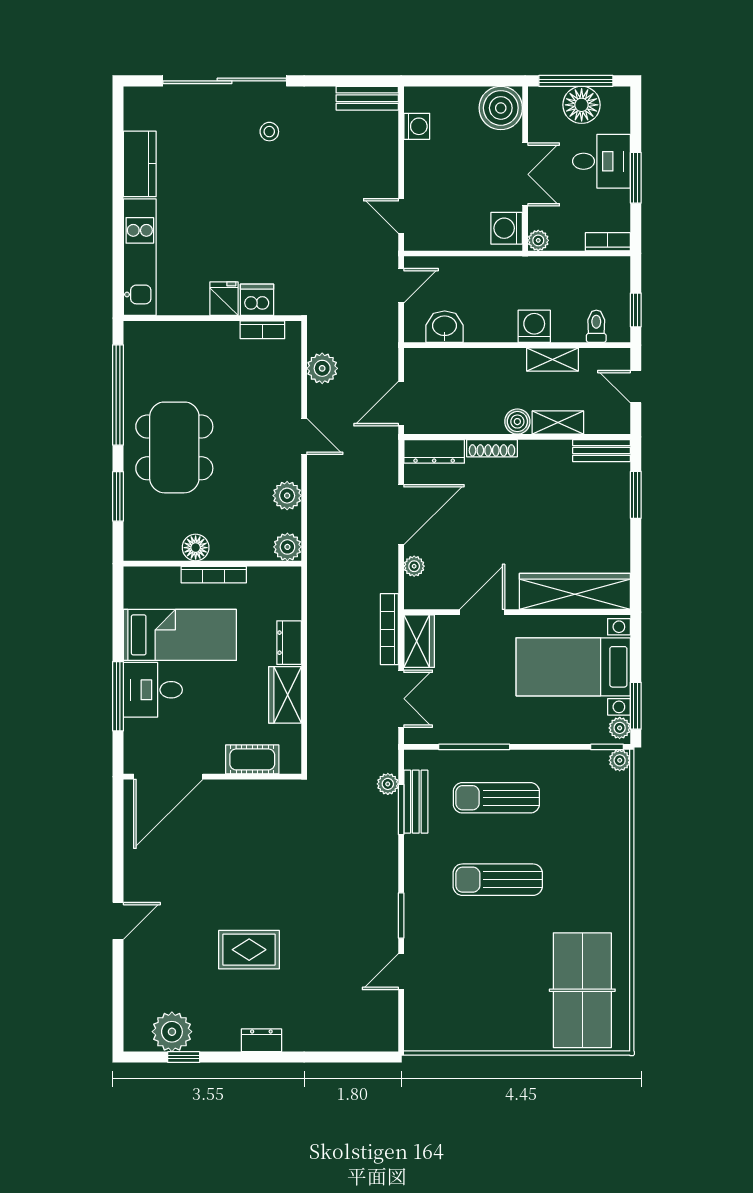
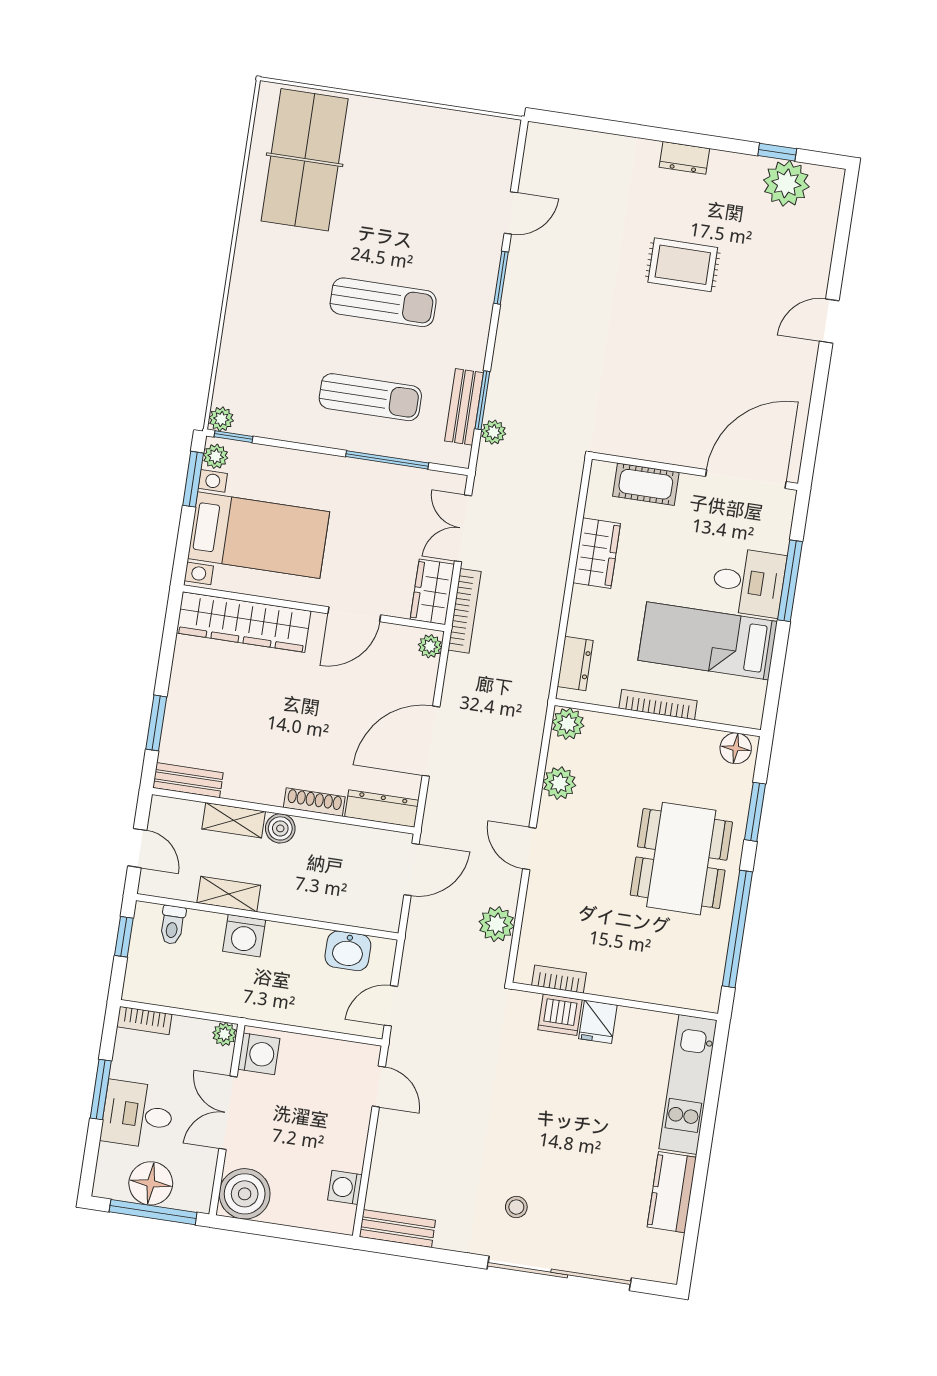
floor lamp: (196, 548) -> (736, 748), moved
plant: (414, 566) -> (430, 646), moved
dresser: (289, 643) -> (575, 664), moved

